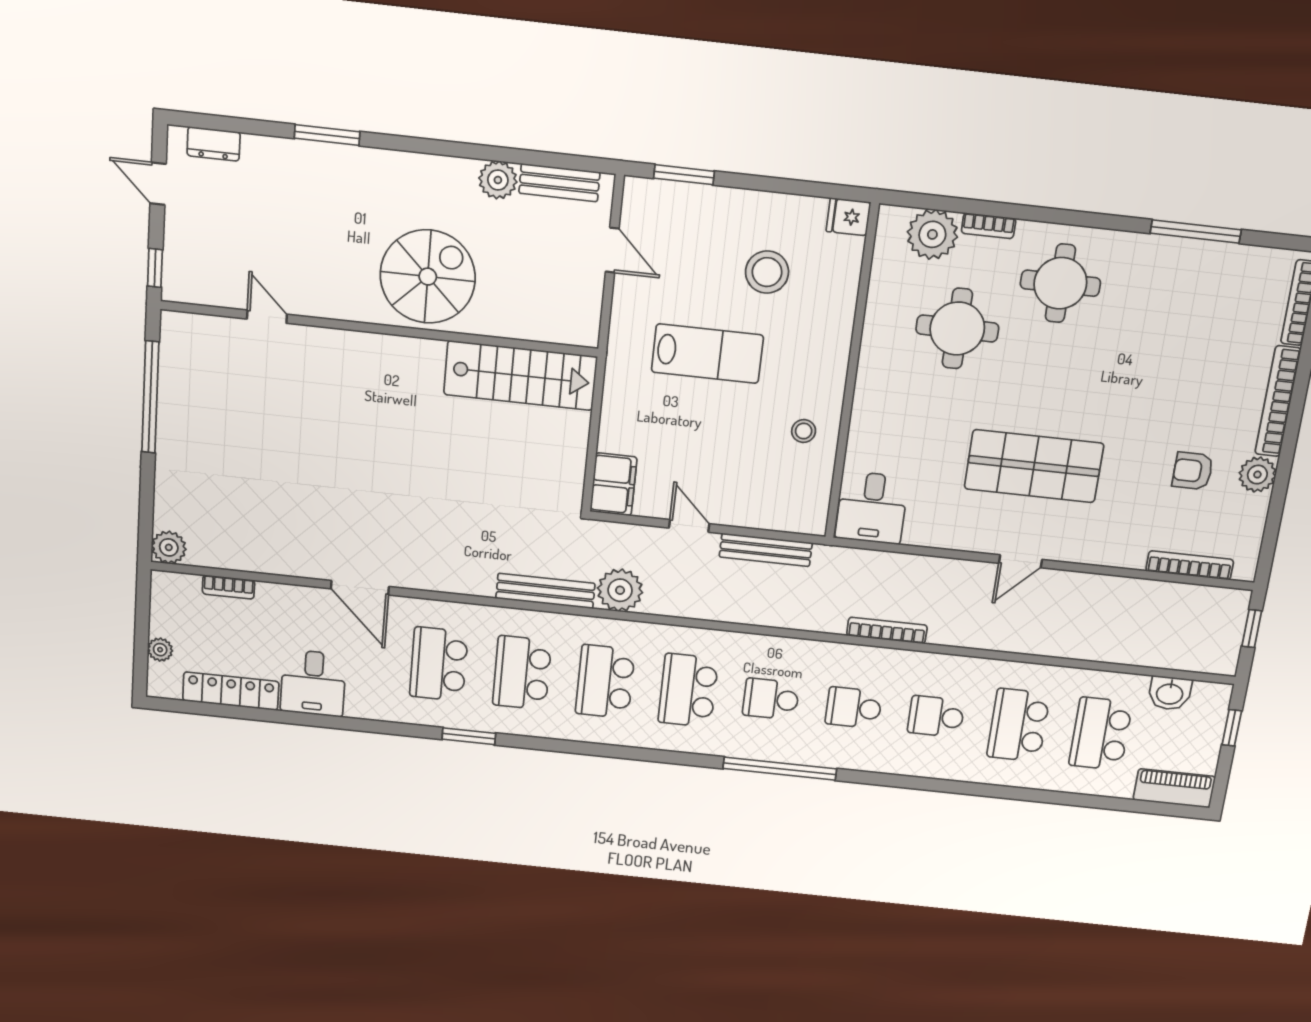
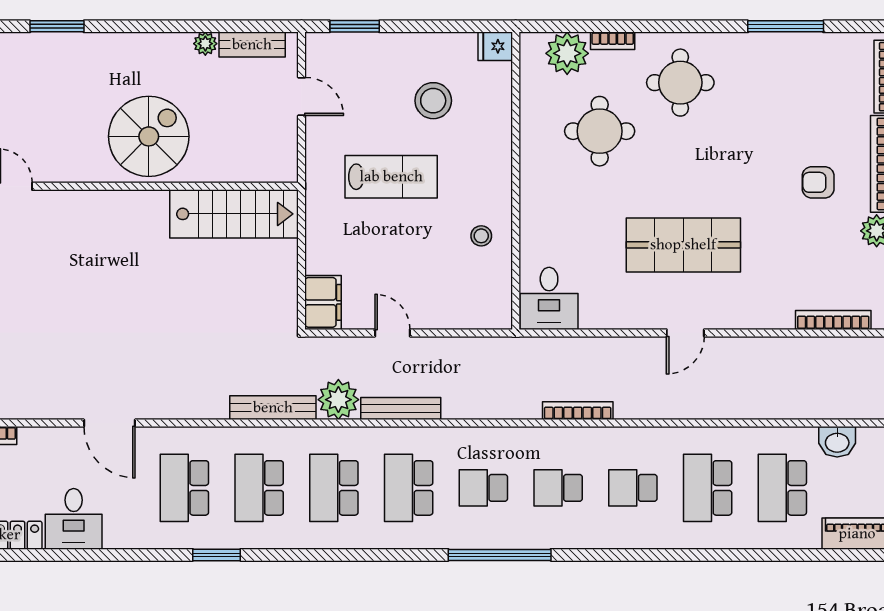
plant: (498, 180) -> (205, 44), width x0.73, depth x0.73
armchair: (1193, 471) -> (818, 182), moved
bench: (766, 550) -> (401, 409), moved

